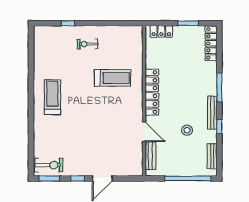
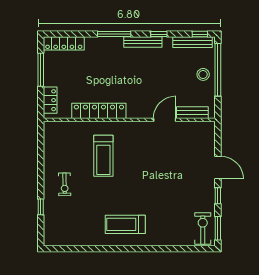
window: (188, 23) -> (41, 70), width x1.44
treadmill: (113, 78) -> (103, 156), turned 180
locker: (152, 92) -> (99, 111), moved
stool: (187, 130) -> (203, 74), moved
bench: (212, 156) -> (192, 42), width x1.36
window: (219, 163) -> (200, 34), added

